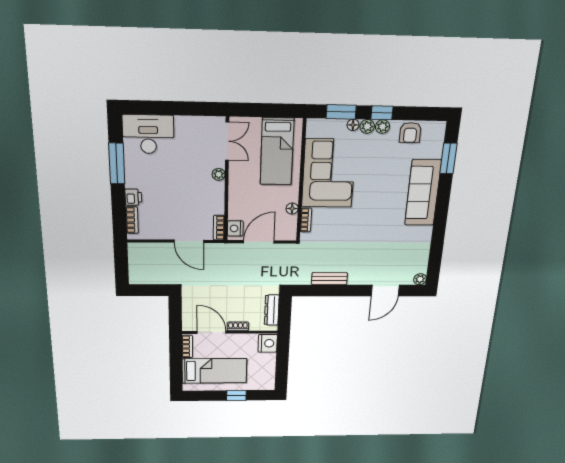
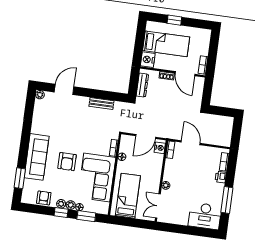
armchair: (376, 192) -> (67, 162), added
bed: (214, 371) -> (166, 44), moved, turned 180

